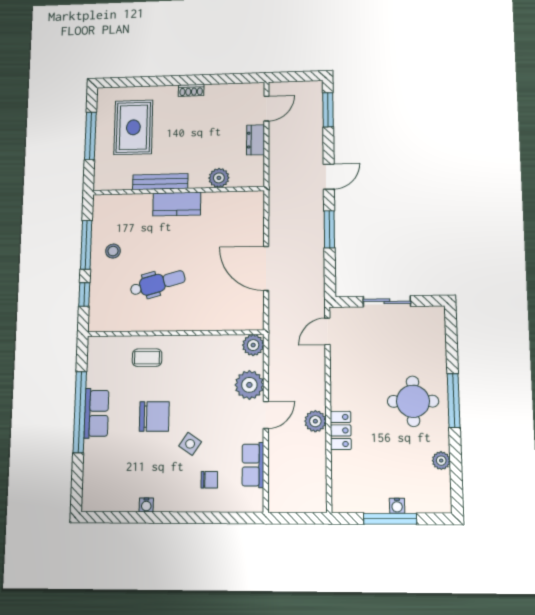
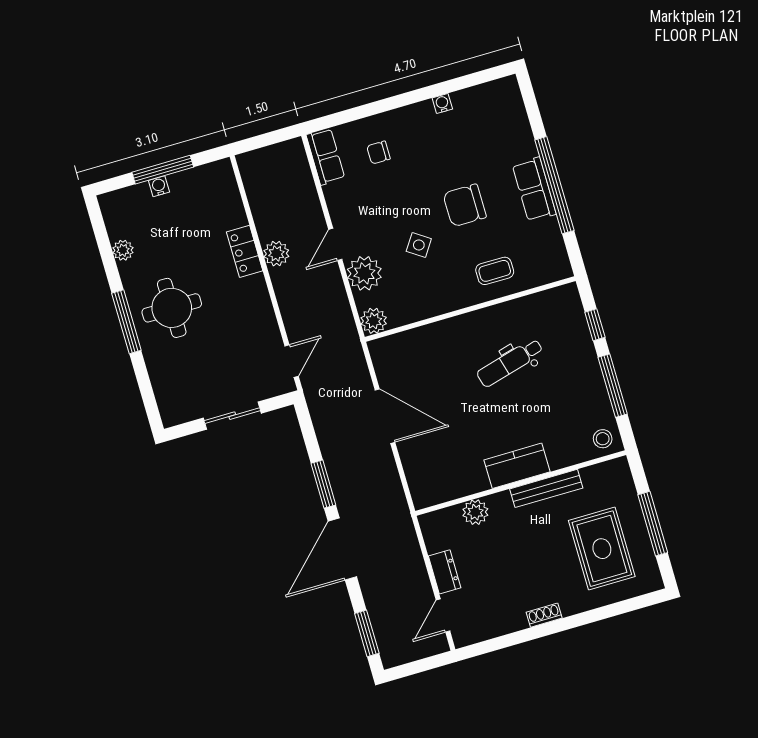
door: (329, 177) -> (342, 549), width x1.87
stool: (113, 251) -> (603, 439), moved
side table: (190, 444) -> (419, 245), moved
row of seats: (253, 465) -> (325, 157), moved

